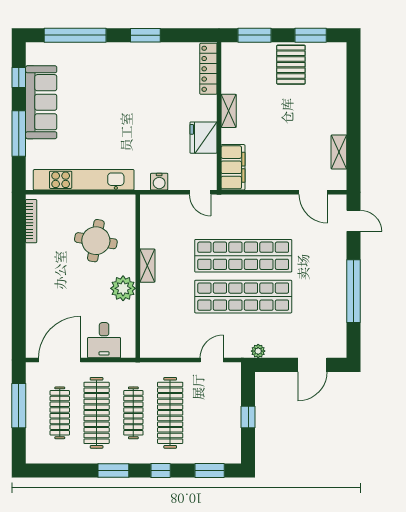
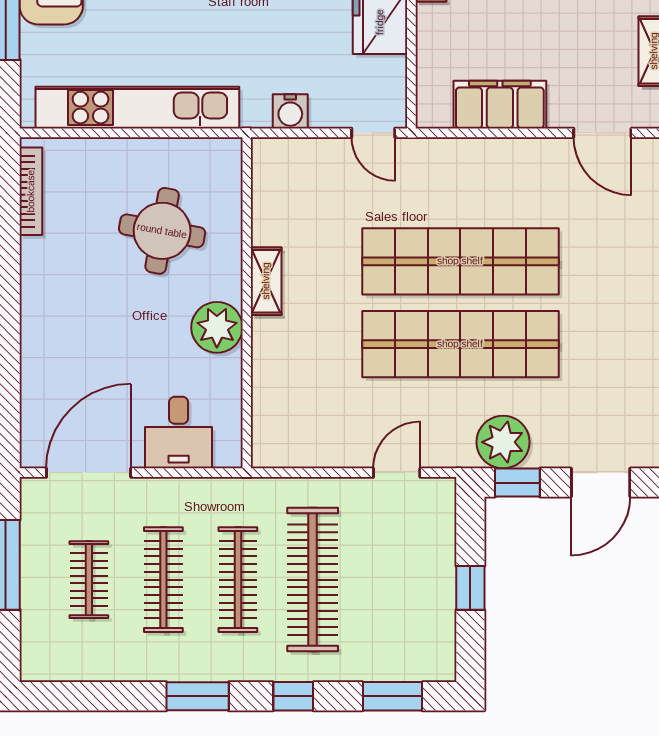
filing cabinet: (233, 167) -> (500, 105), moved, turned -90
plant: (258, 351) -> (503, 442), width x1.88, depth x1.88
window: (271, 365) -> (517, 483), added
clothes rail: (60, 413) -> (89, 580), width x0.73
clothes rail: (97, 413) -> (163, 580), width x0.73, depth x0.76

